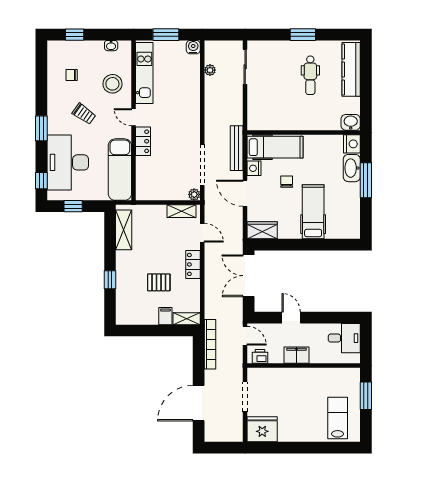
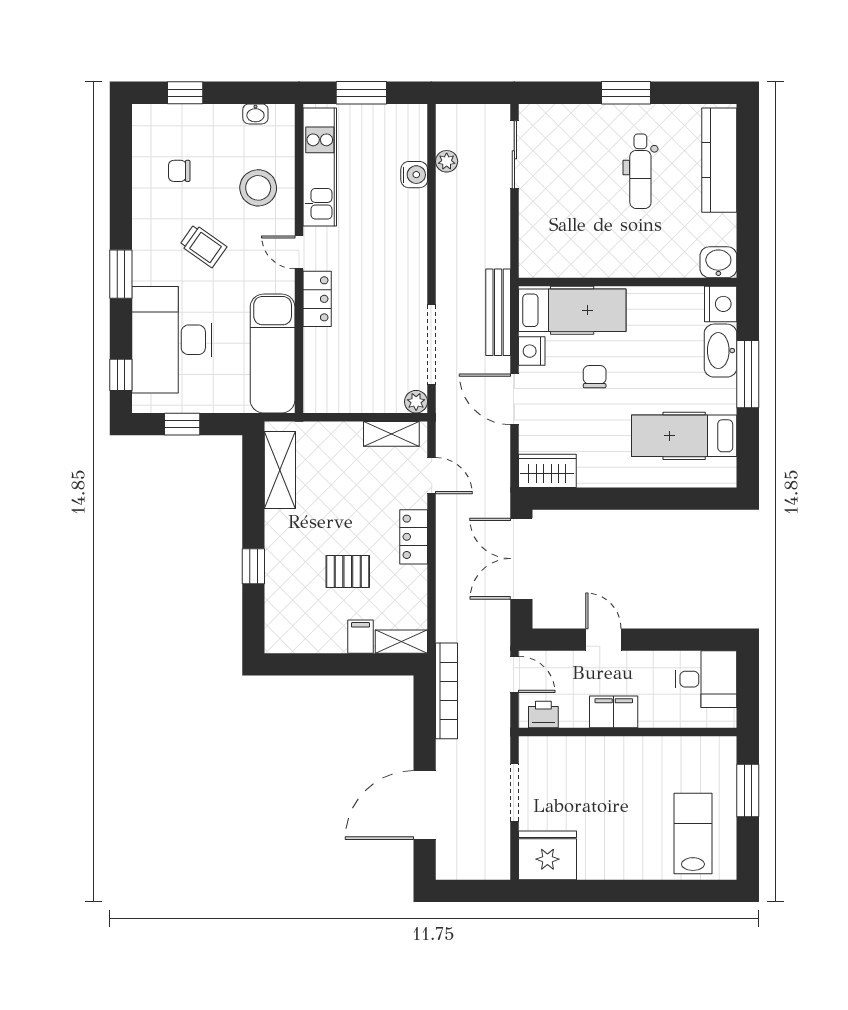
water cooler: (193, 47) -> (414, 175), moved, turned 90
hospital bed: (313, 212) -> (684, 436), moved, turned -90

